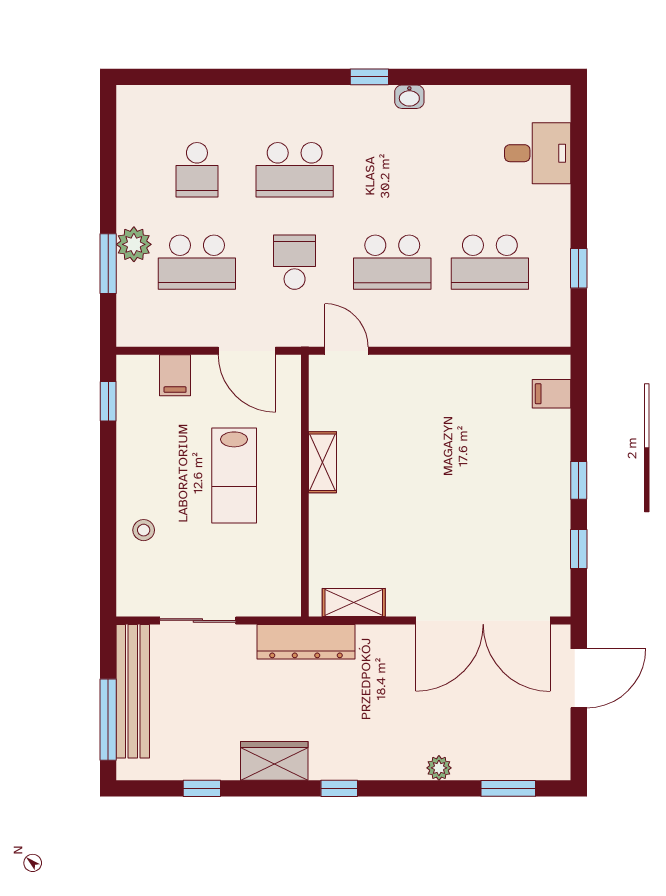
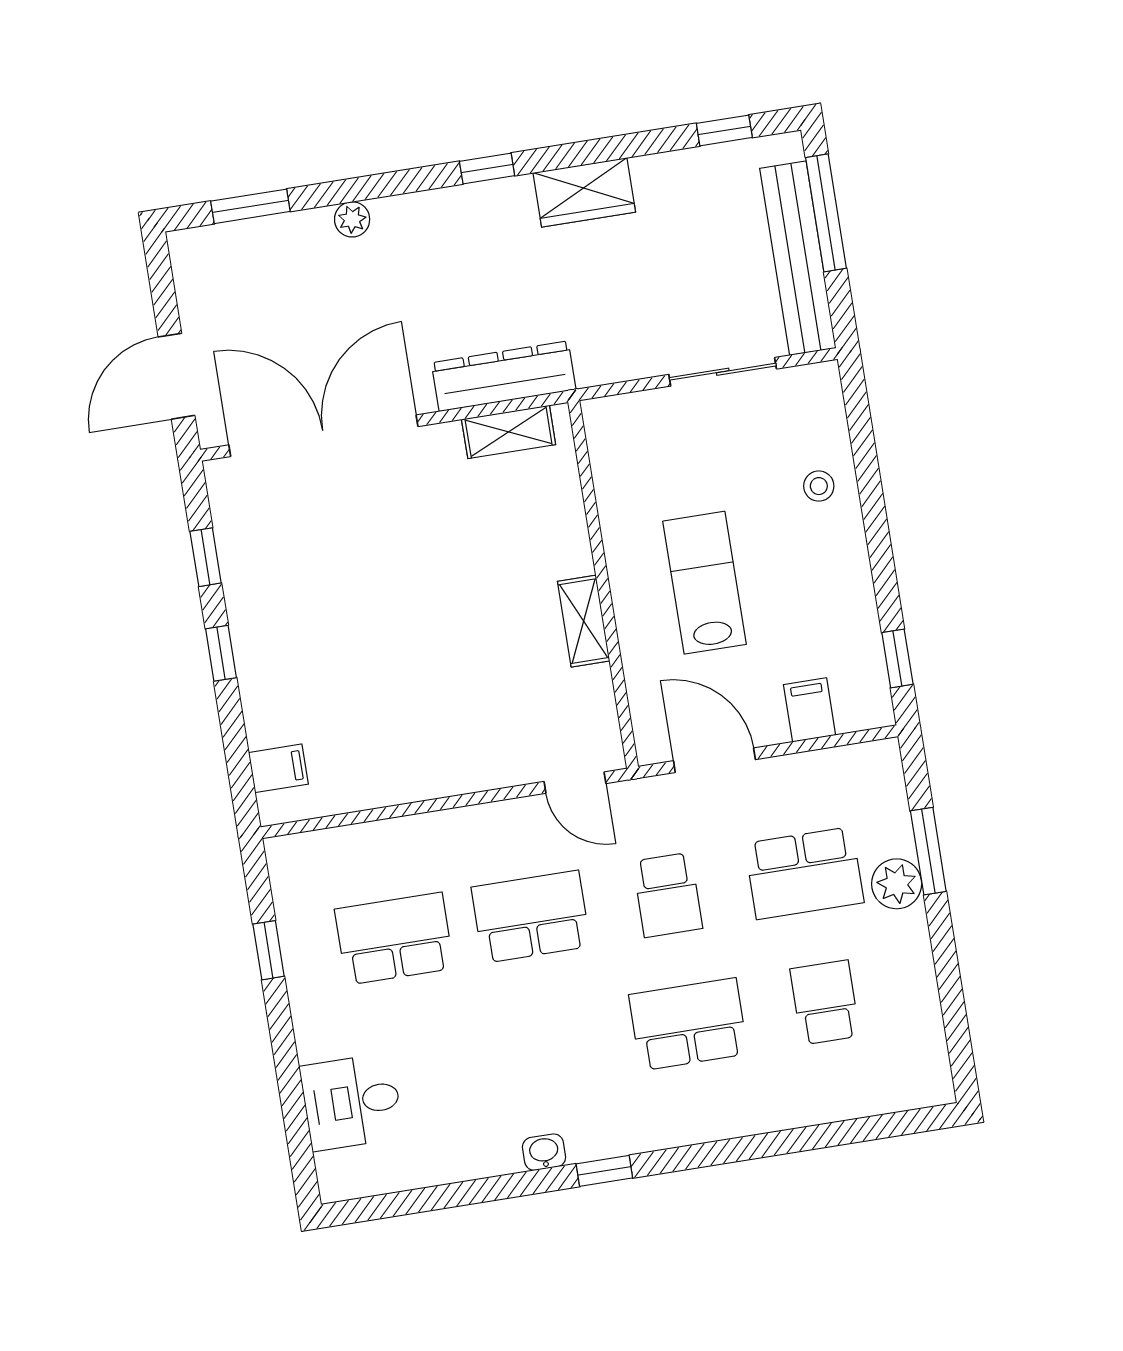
school desk: (197, 262) -> (804, 873), turned 180
dresser: (306, 642) -> (504, 376), moved
window: (202, 788) -> (724, 130), moved

